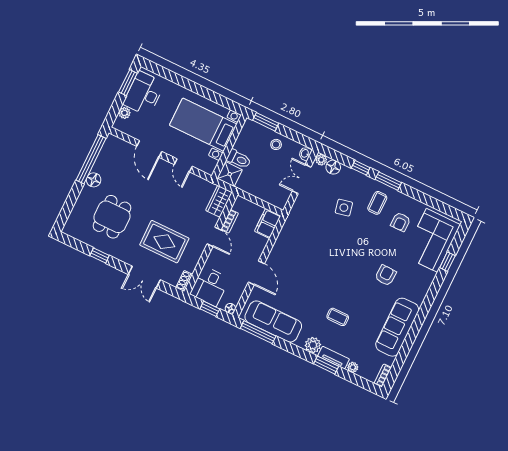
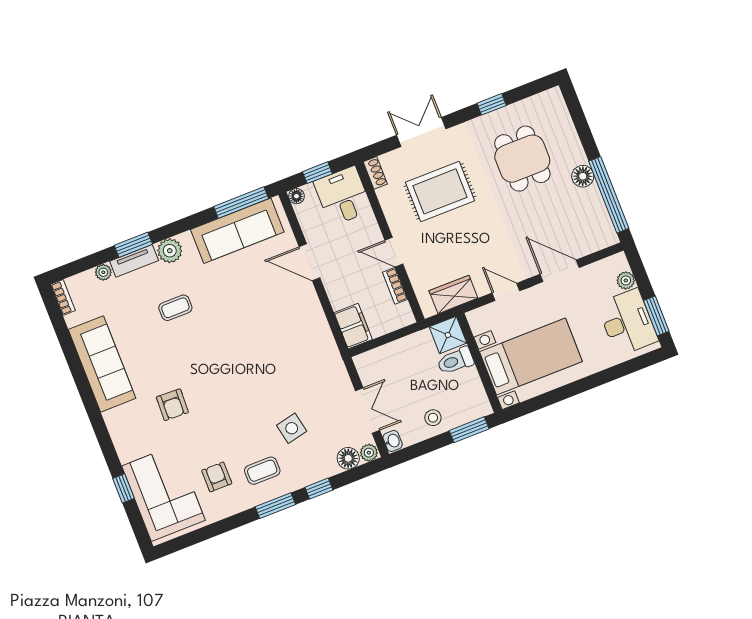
wardrobe: (219, 201) -> (453, 294), moved, turned -90
coffee table: (377, 203) -> (262, 471), turned 90

